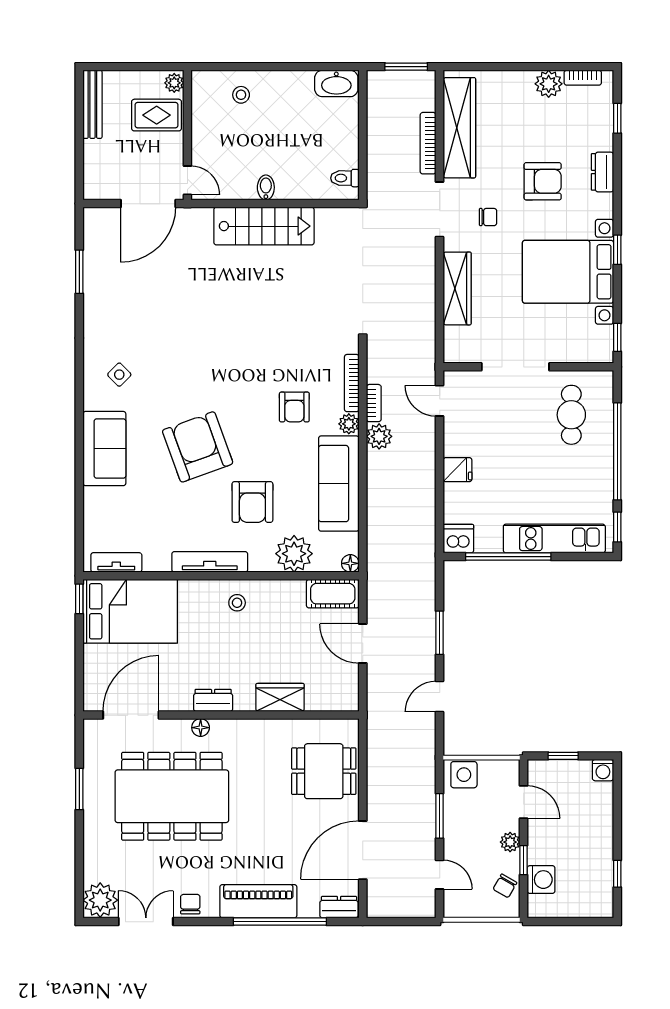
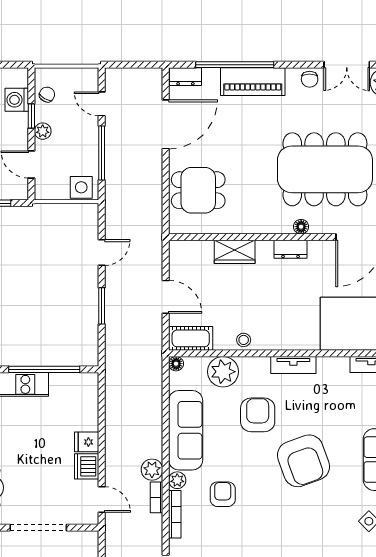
dishwasher: (458, 539) -> (87, 466), moved, turned 90
tv unit: (210, 562) -> (293, 365), width x0.71
stool: (237, 603) -> (244, 340), moved
window: (440, 816) -> (102, 153), width x1.44

